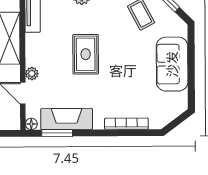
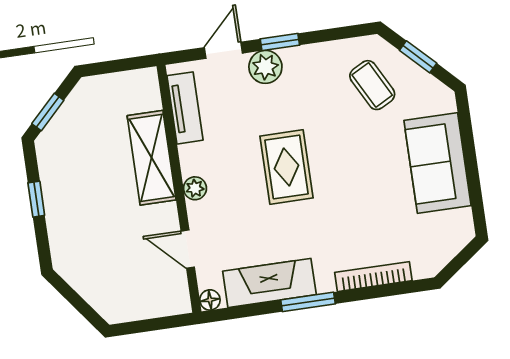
plant: (32, 74) -> (195, 188), moved
window: (57, 133) -> (308, 302), moved

